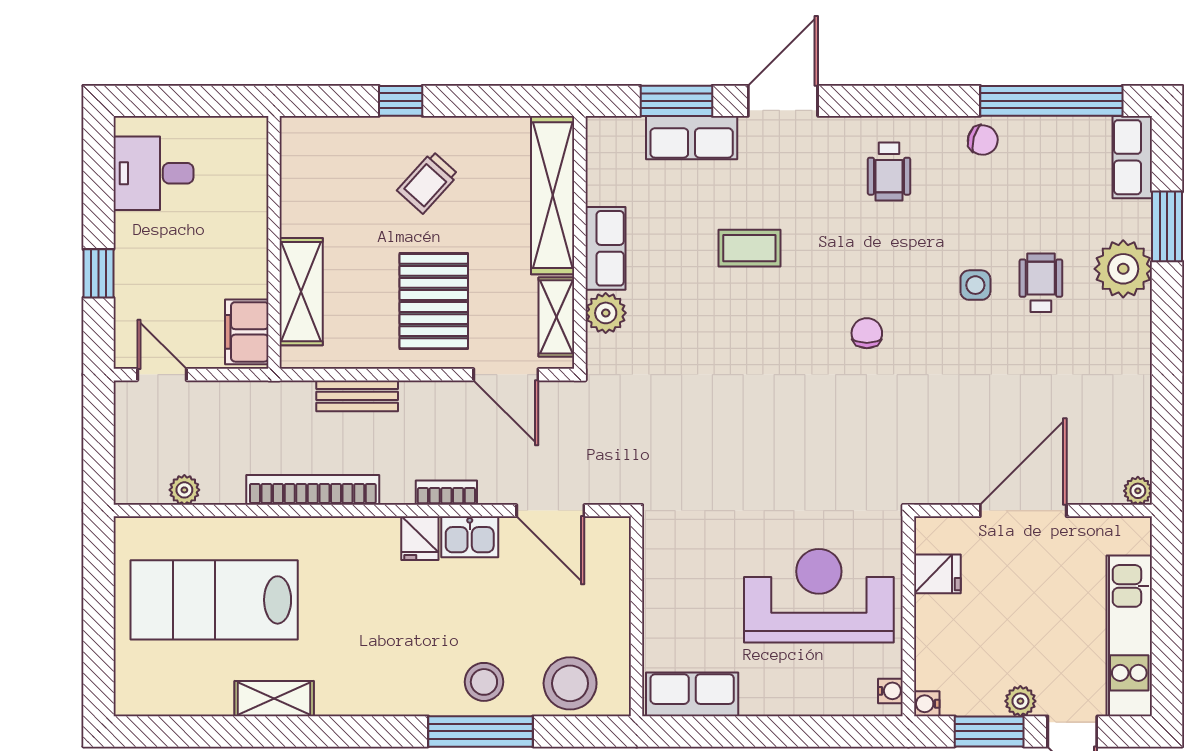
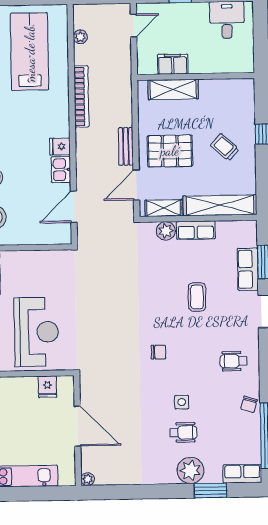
filing cabinet: (247, 332) -> (173, 64), moved
bench: (357, 396) -> (126, 146), moved
bookcase: (446, 493) -> (81, 158), removed

